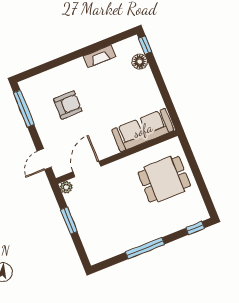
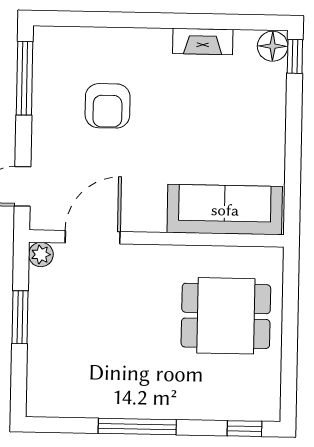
floor lamp: (140, 62) -> (273, 46), moved
armchair: (68, 105) -> (108, 106), turned 90

